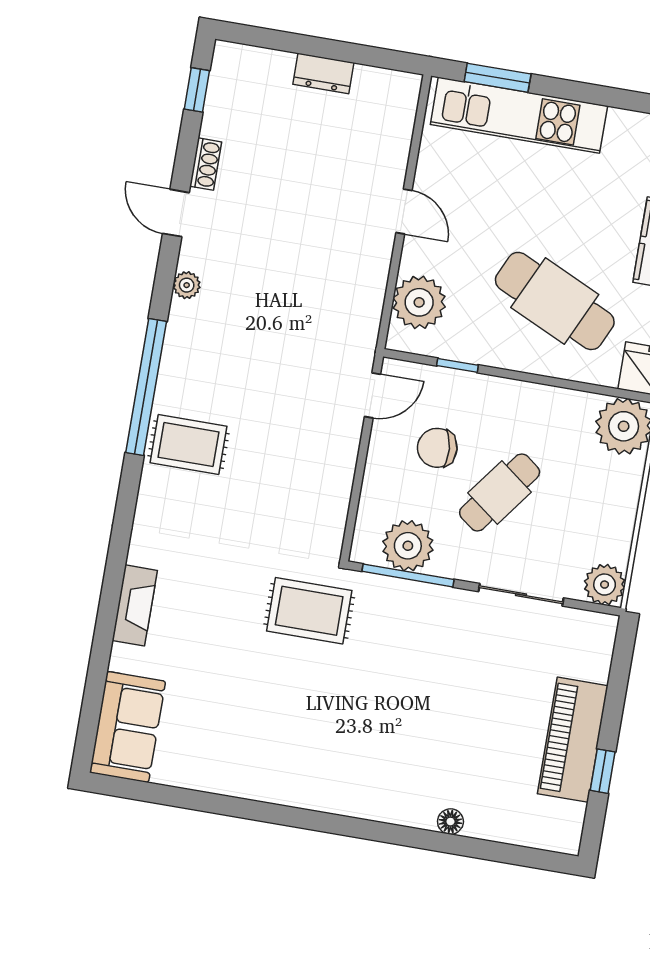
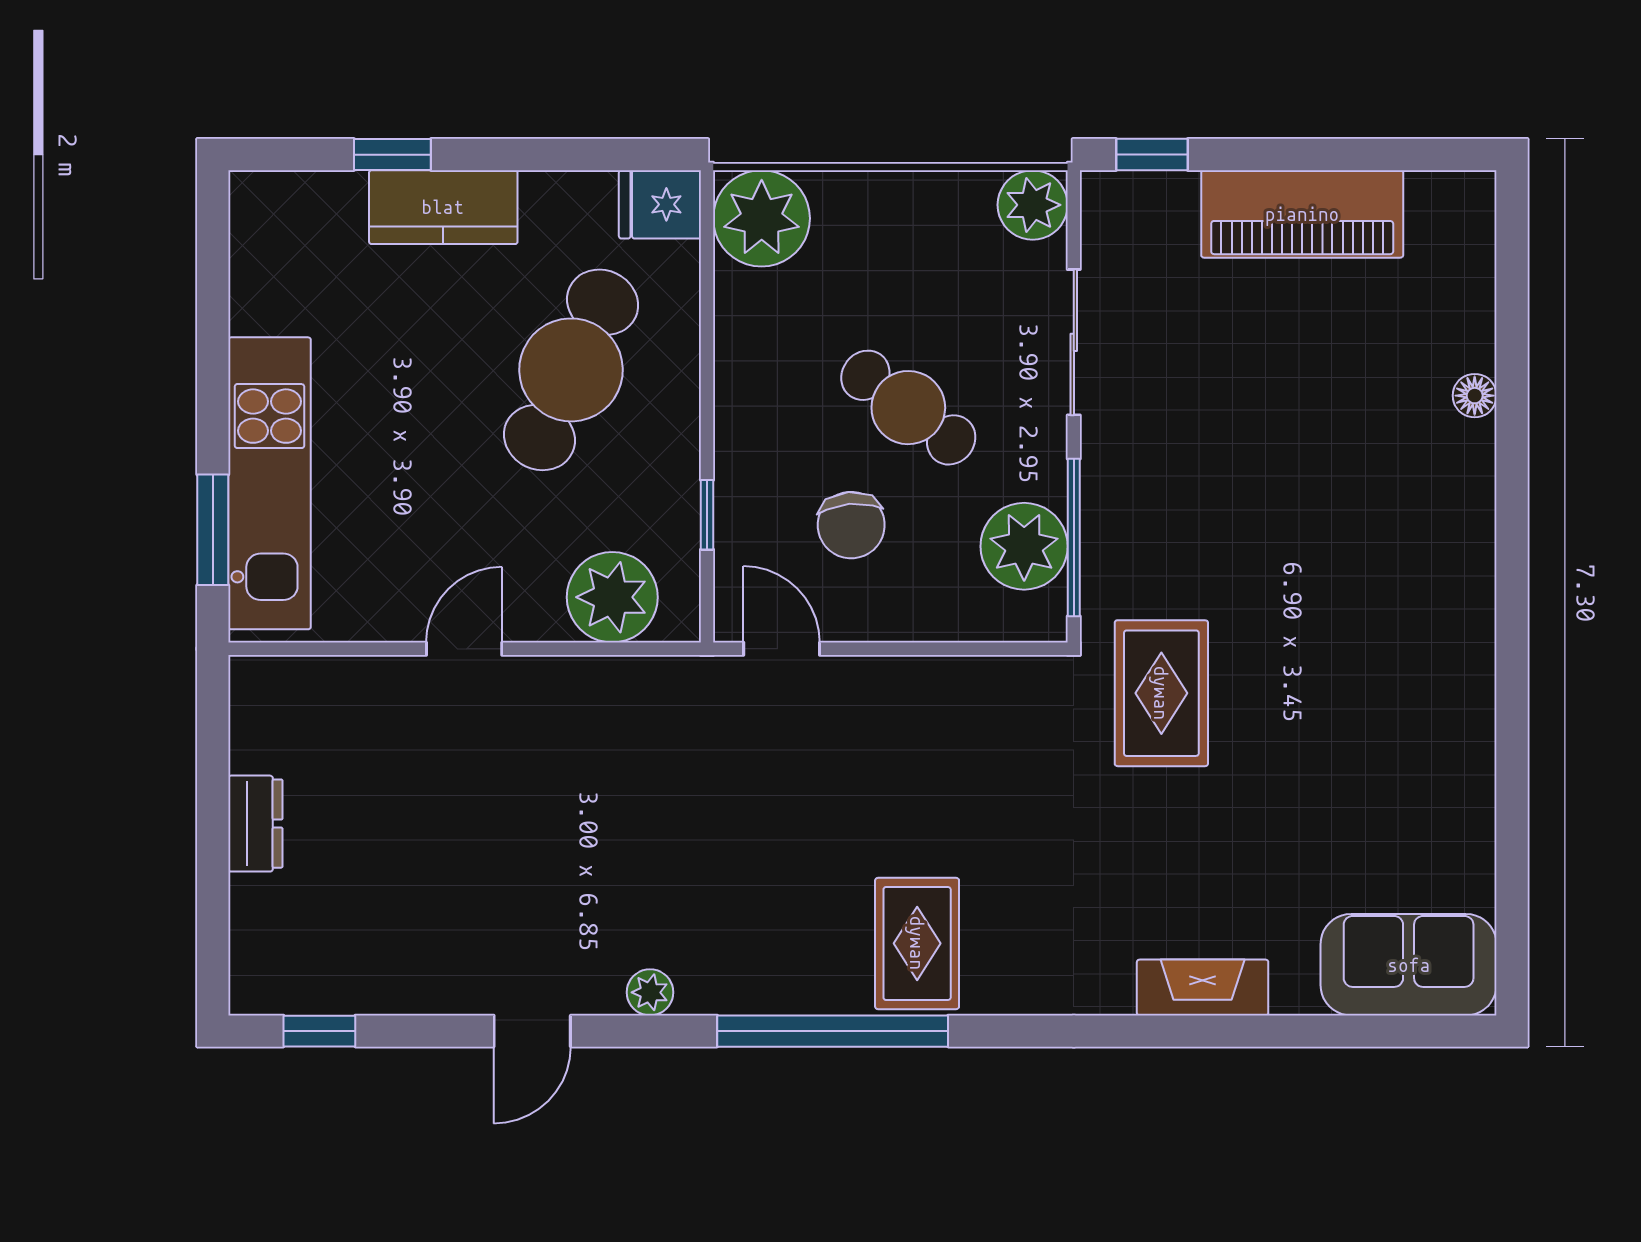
shoe rack: (206, 164) -> (441, 995), removed
window: (603, 771) -> (1152, 155), moved

